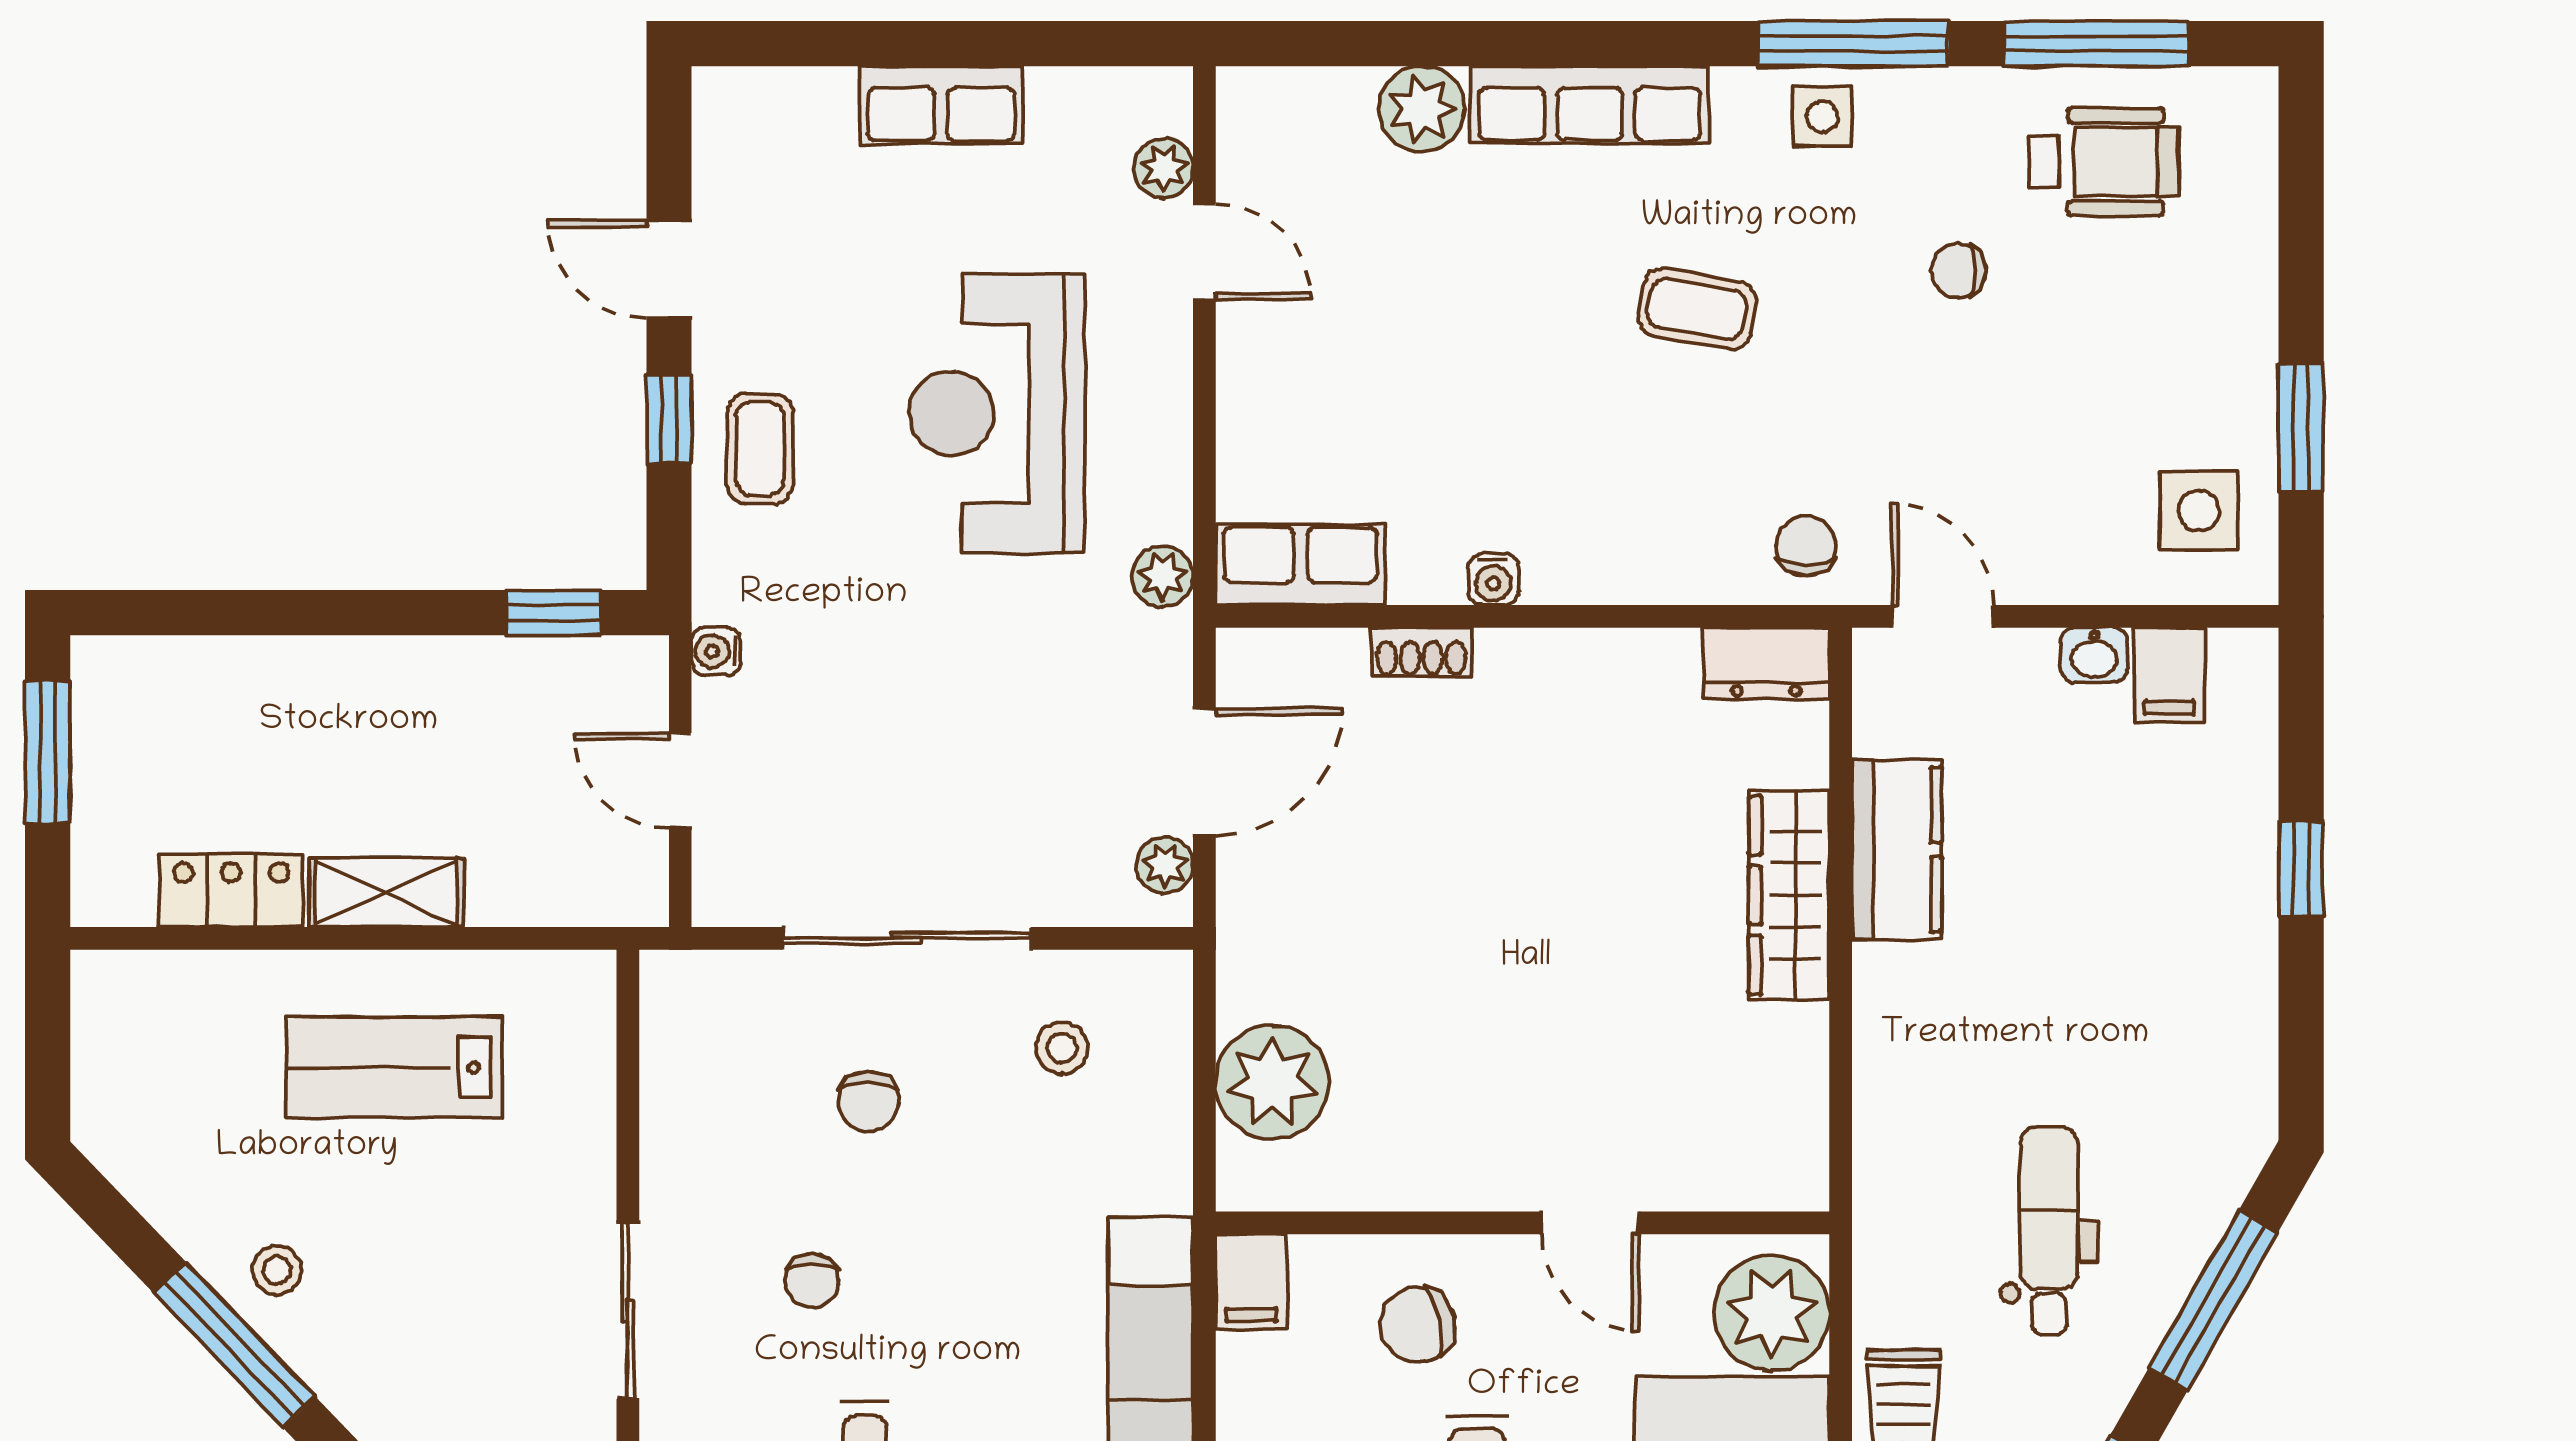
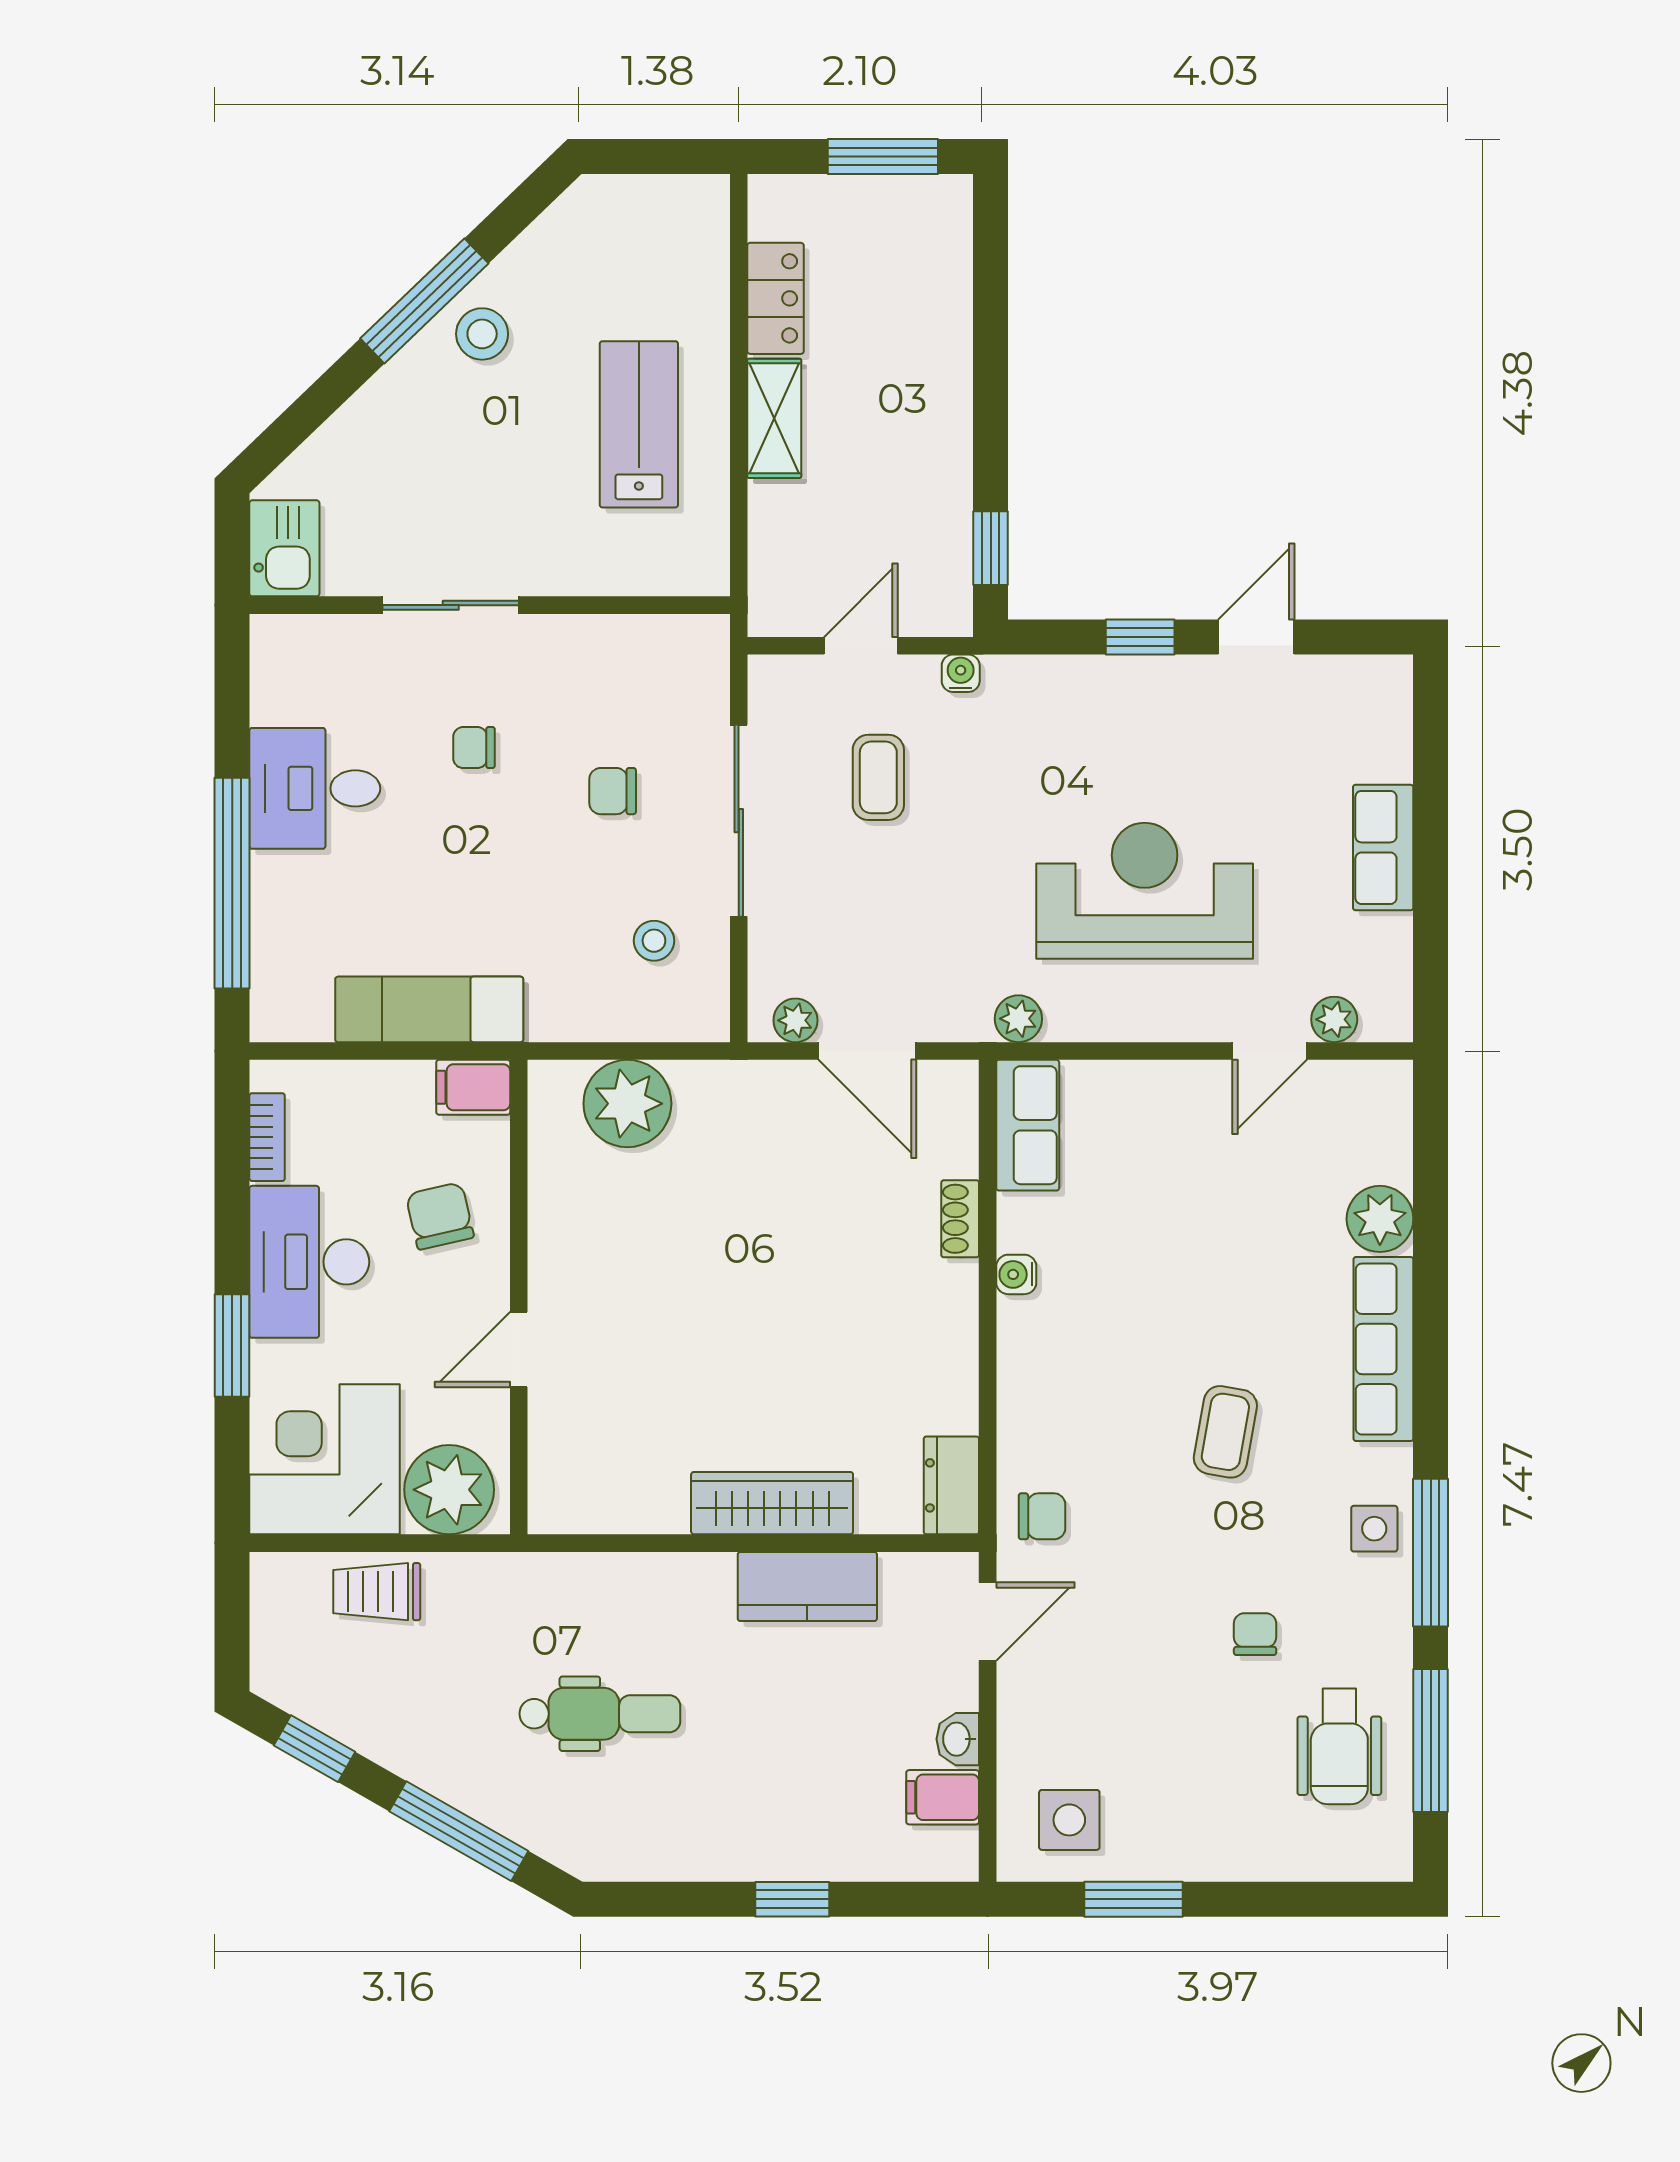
coffee table: (760, 449) -> (878, 777), moved, turned 90
dental chair: (2049, 1231) -> (600, 1714), moved
stool: (277, 1270) -> (482, 334), width x1.37, depth x1.37

